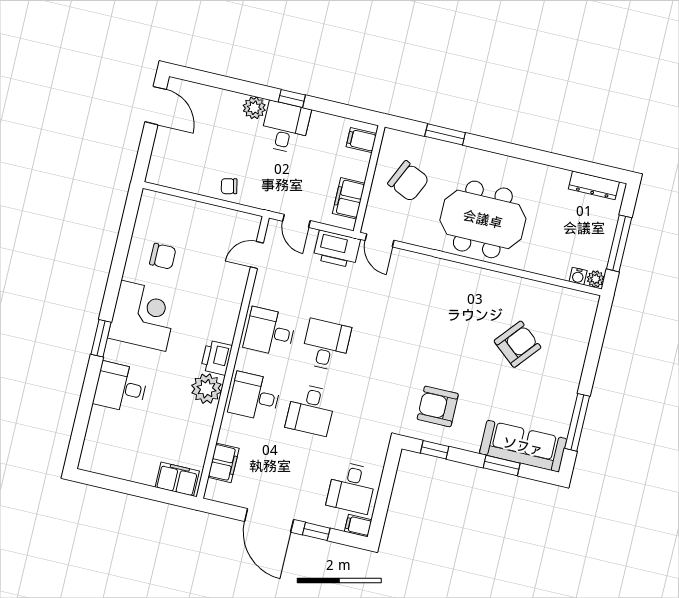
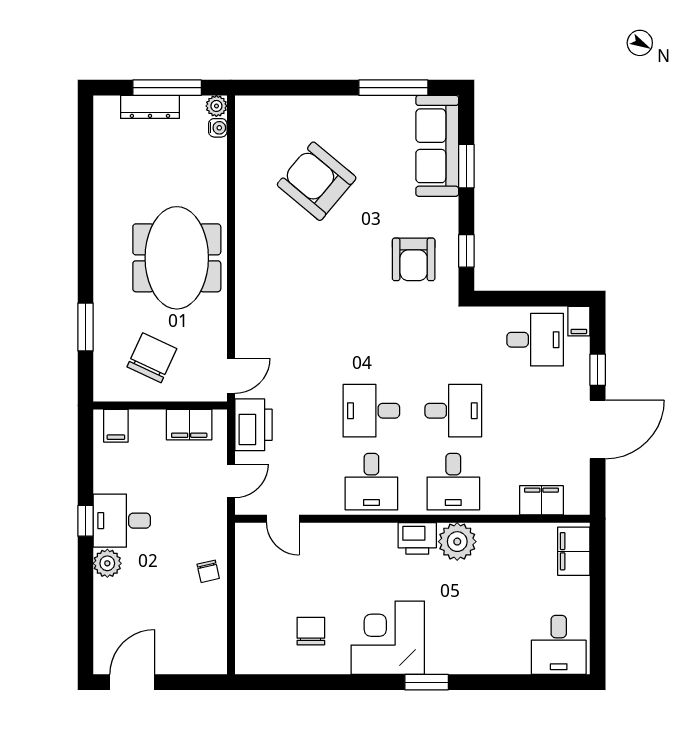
dresser: (594, 185) -> (150, 107), moved, turned 90
armchair: (517, 344) -> (317, 181), width x1.36, depth x1.36
desk: (121, 387) -> (559, 645), moved

